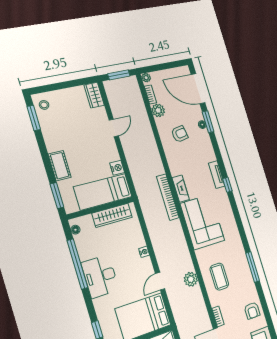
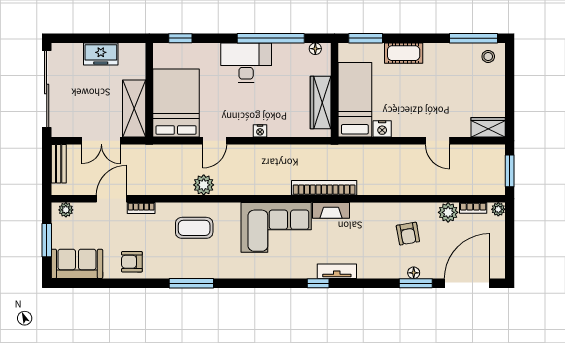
window: (34, 118) -> (474, 38), width x1.44
door: (160, 281) -> (215, 141), swing flipped

